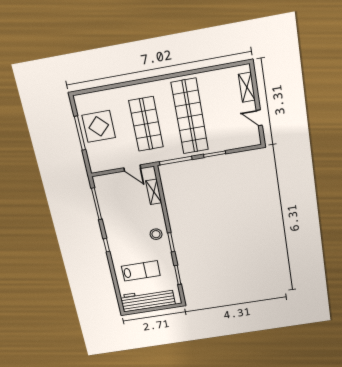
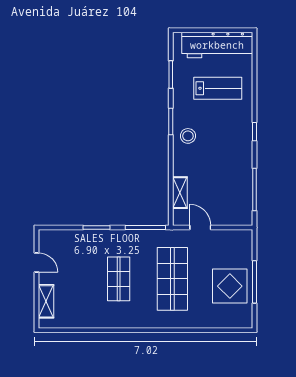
shop shelf: (190, 116) -> (119, 279), width x0.50, depth x0.74
lab bench: (141, 271) -> (218, 88), turned 180

